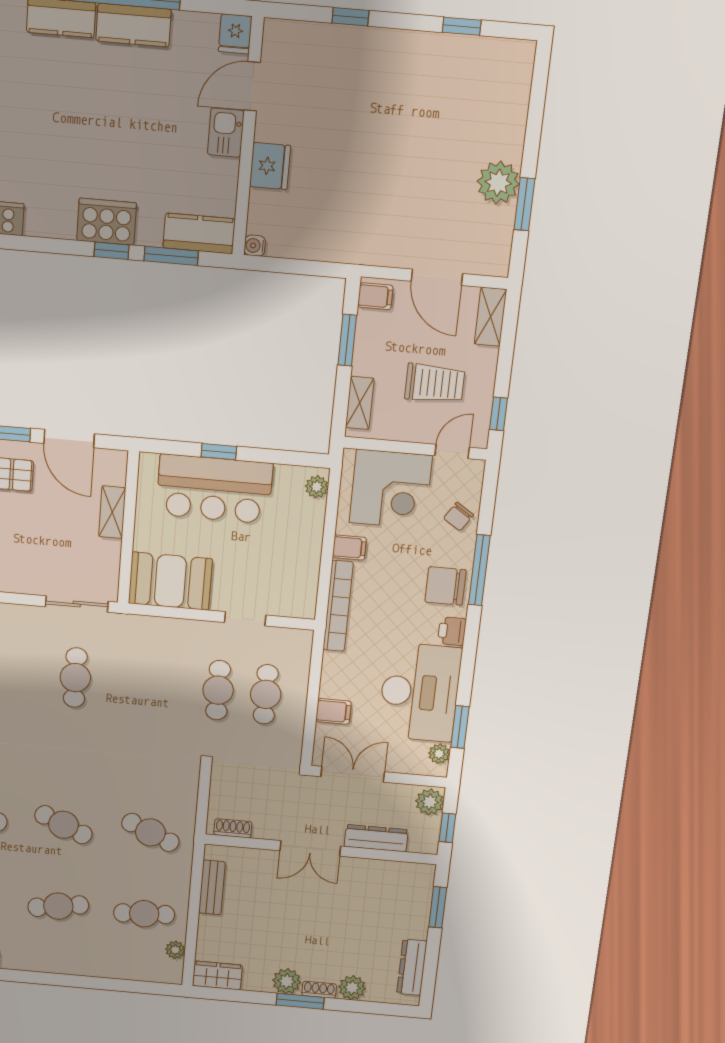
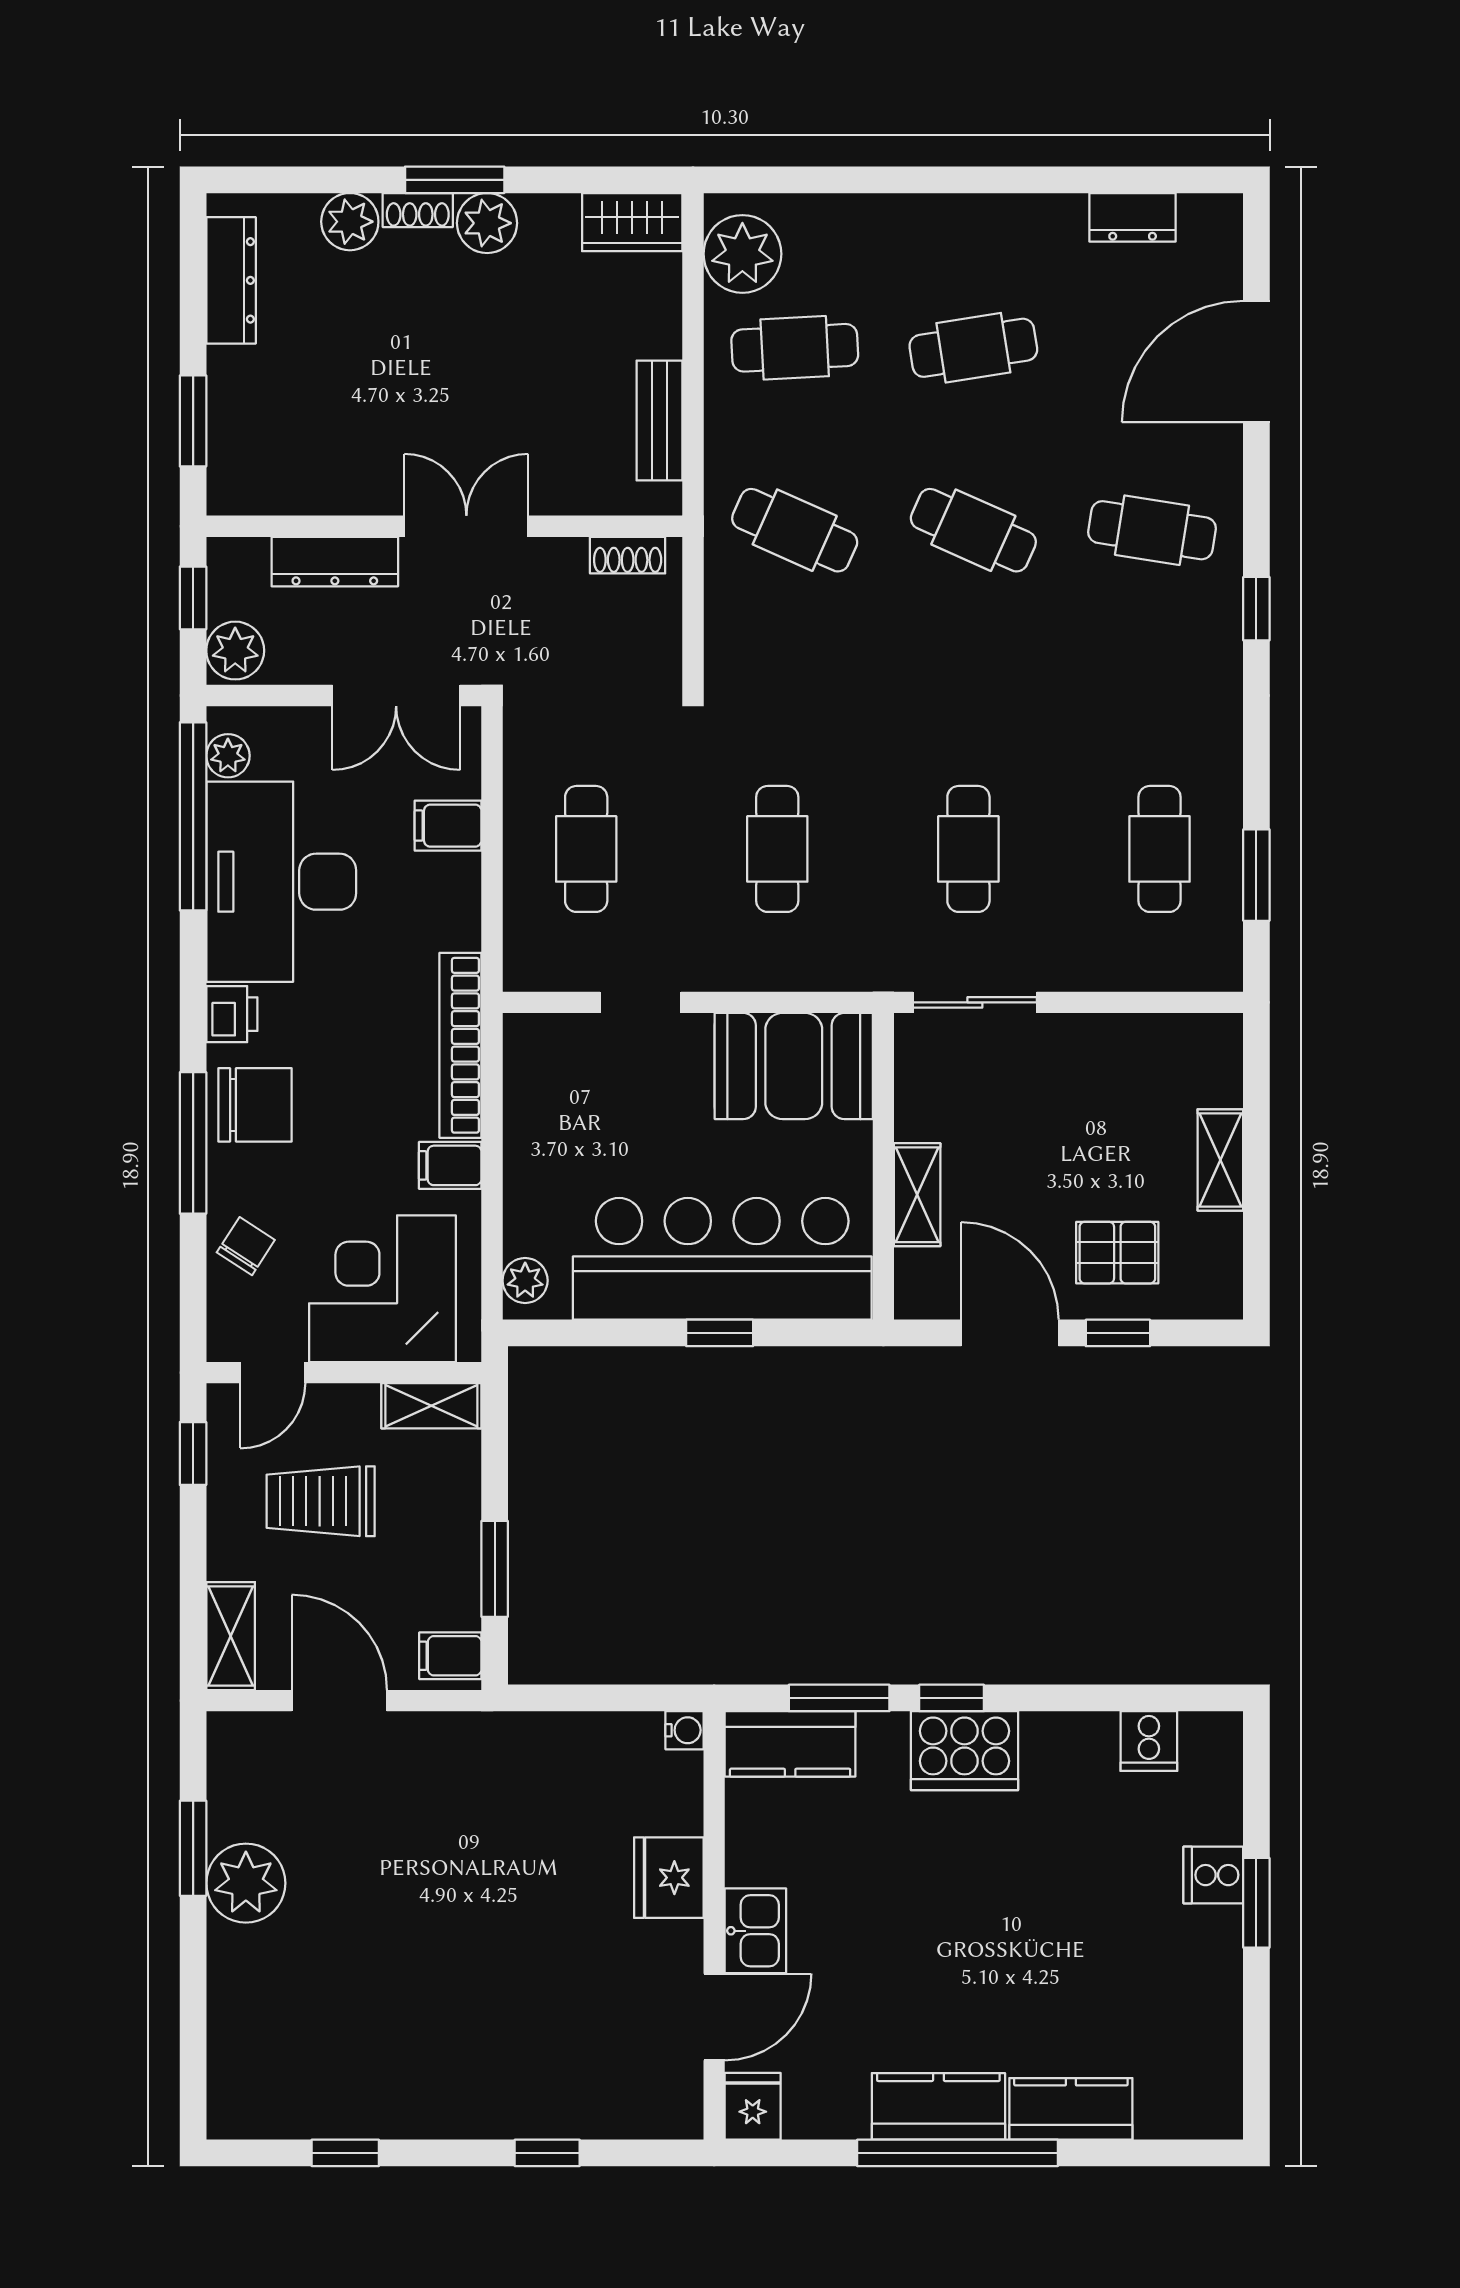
shelving: (360, 403) -> (431, 1406), moved, turned 90
bar counter: (214, 489) -> (722, 1259), width x1.36
cafe table: (218, 690) -> (777, 849), moved
window: (460, 727) -> (193, 816), width x2.11
plant: (175, 950) -> (742, 254), width x1.88, depth x1.88

